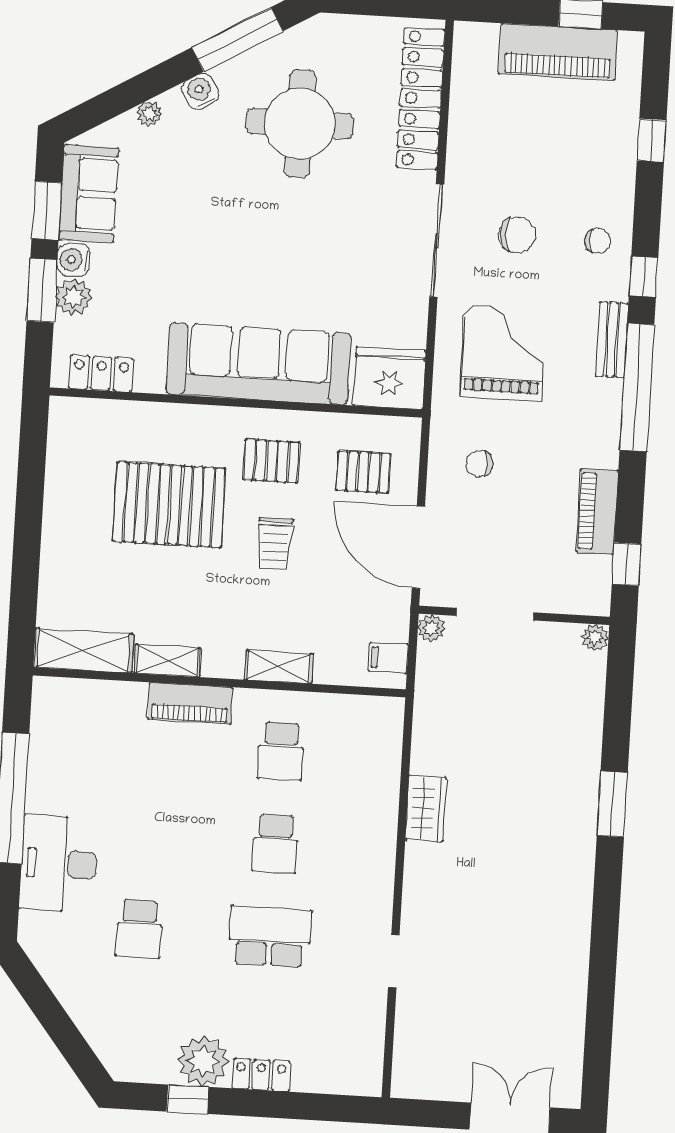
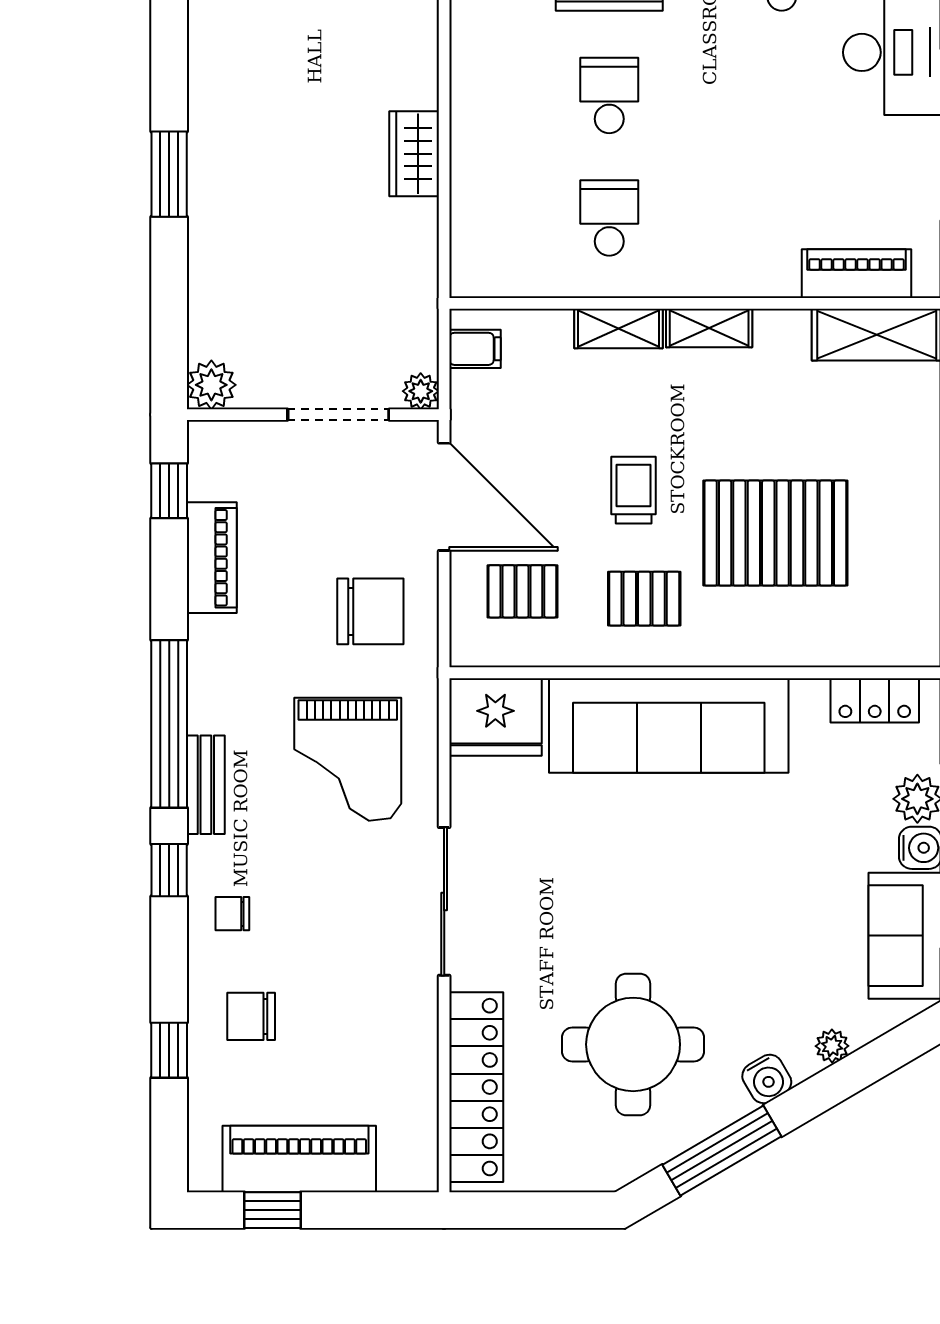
chair: (517, 235) -> (251, 1016), moved
chair: (479, 464) -> (370, 611), width x1.87, depth x1.87
plant: (595, 638) -> (211, 385), width x1.38, depth x1.38
shelving: (167, 660) -> (709, 328), moved
piano: (190, 703) -> (857, 274), moved

